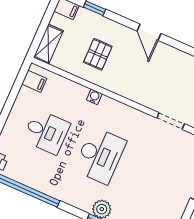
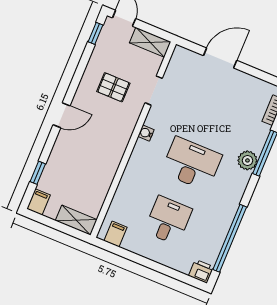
pallet: (98, 54) -> (113, 87), moved
water cooler: (94, 97) -> (146, 133), moved

